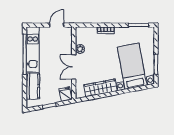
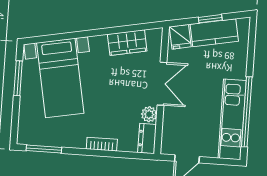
dresser: (80, 35) -> (147, 138), added
kitchen counter: (33, 86) -> (214, 33), moved, turned -101
wardrobe: (101, 88) -> (127, 43), width x0.67

